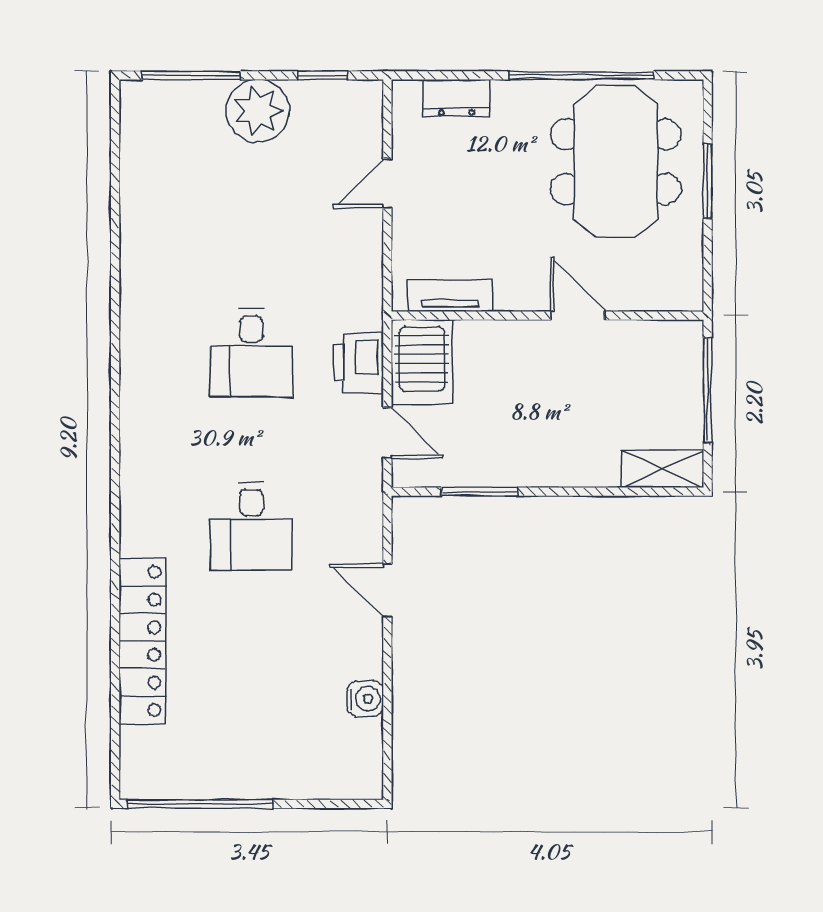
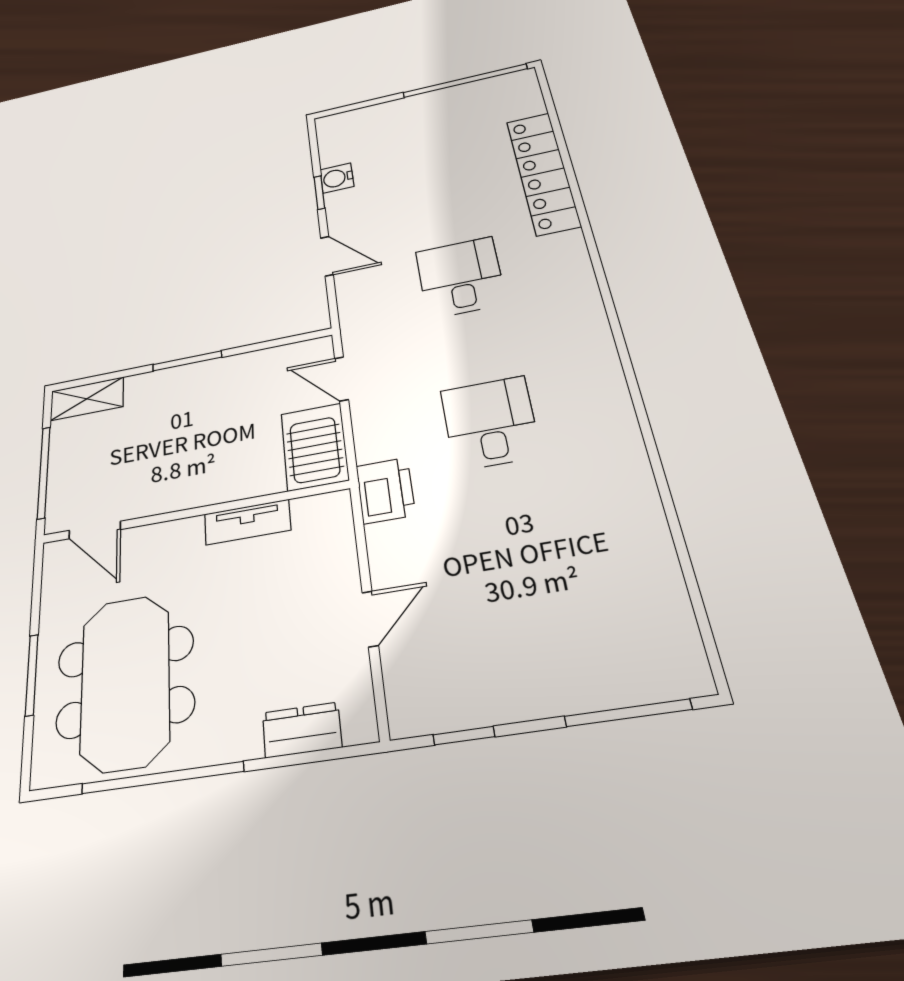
plant: (258, 111) -> (535, 680), removed
tv unit: (450, 295) -> (247, 522), moved
door: (578, 316) -> (95, 530), moved
printer: (359, 363) -> (386, 490), moved
window: (479, 492) -> (187, 361), moved
window: (387, 683) -> (319, 193), added

